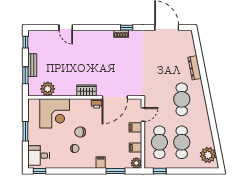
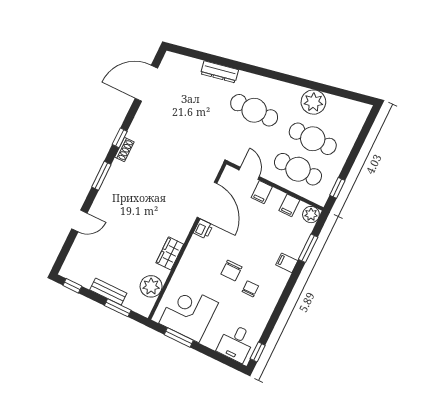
window: (99, 28) -> (101, 176), added
wardrobe: (87, 91) -> (170, 253), moved
corner desk: (55, 113) -> (189, 313), moved, turned -90
window: (25, 131) -> (179, 337), moved
plant: (208, 155) -> (313, 102), moved

